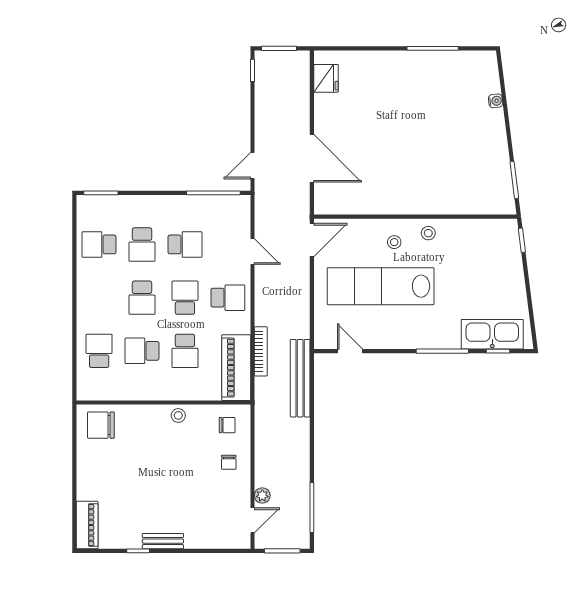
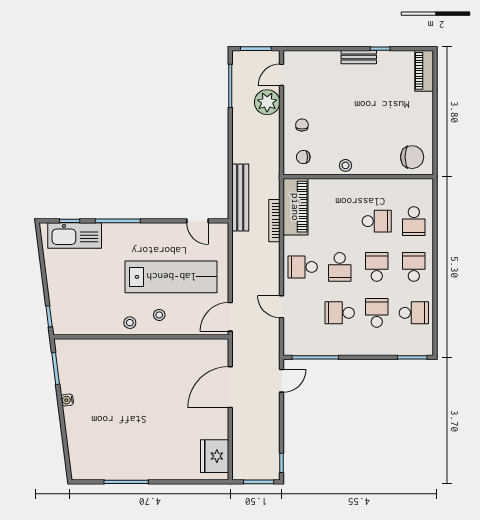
fridge: (326, 78) -> (215, 456), width x1.36, depth x1.34
water cooler: (496, 101) -> (67, 400), moved
door: (312, 158) -> (230, 387), hinge flipped
school desk: (185, 351) -> (414, 267), moved
plant: (262, 496) -> (267, 102), width x1.88, depth x1.88

